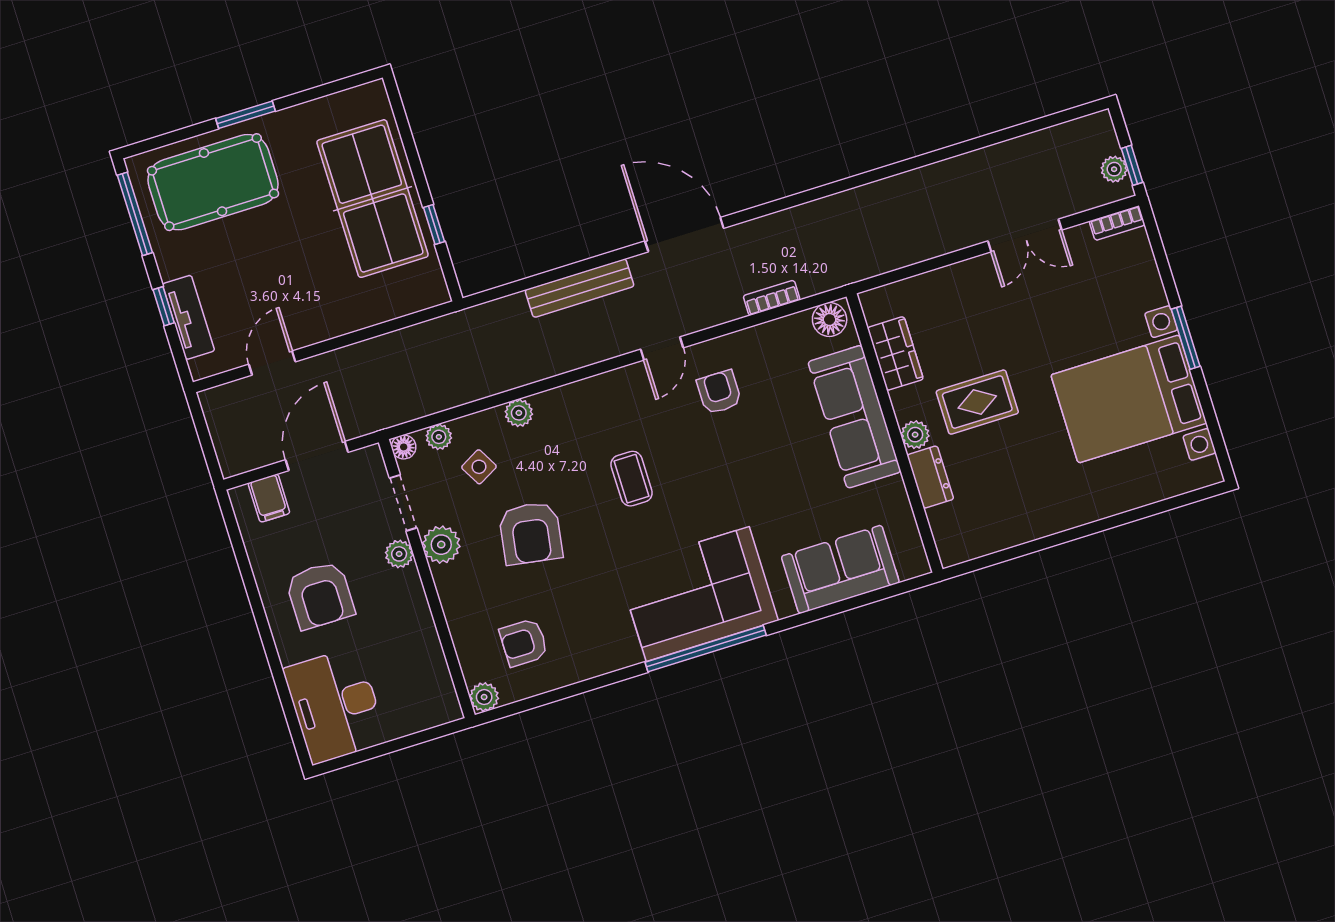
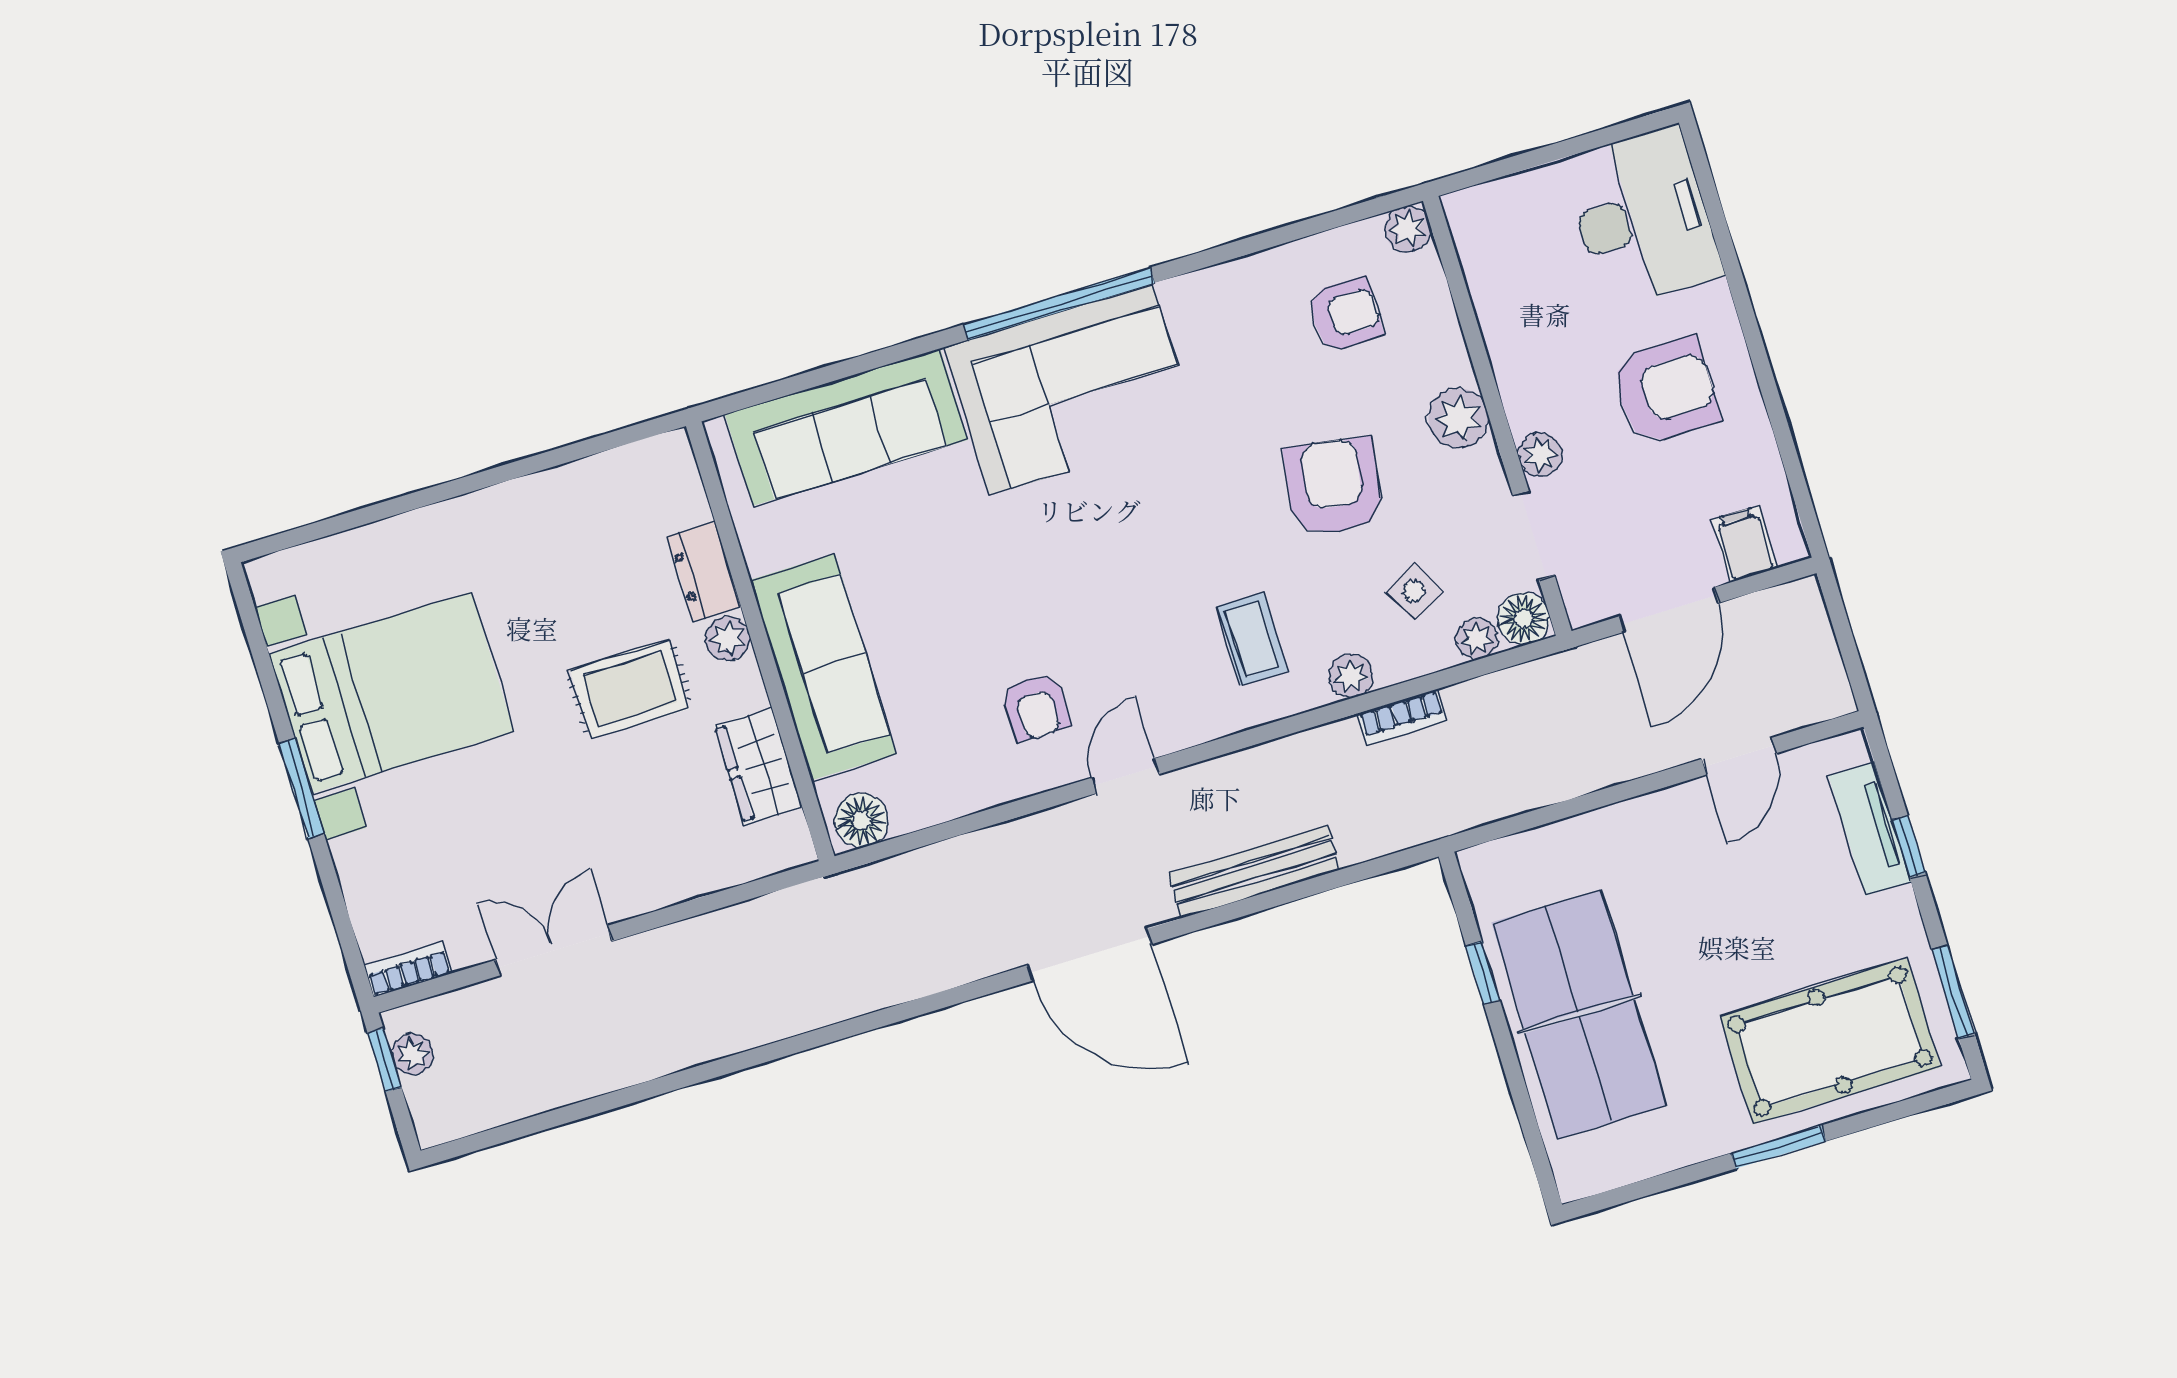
window: (135, 214) -> (1953, 992), width x0.69
bookcase: (772, 298) -> (1402, 717), moved
floor lamp: (404, 447) -> (1524, 619), width x1.37, depth x1.37
coffee table: (632, 479) -> (1252, 639), moved
plant: (441, 545) -> (1458, 418), moved
sofa: (840, 569) -> (847, 427), width x1.36
armchair: (320, 595) -> (1665, 391), turned 90

